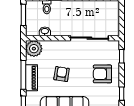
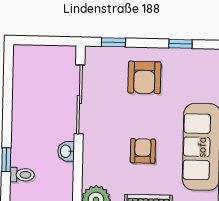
washbasin: (45, 31) -> (66, 151), moved
armchair: (62, 74) -> (143, 151), turned 81

